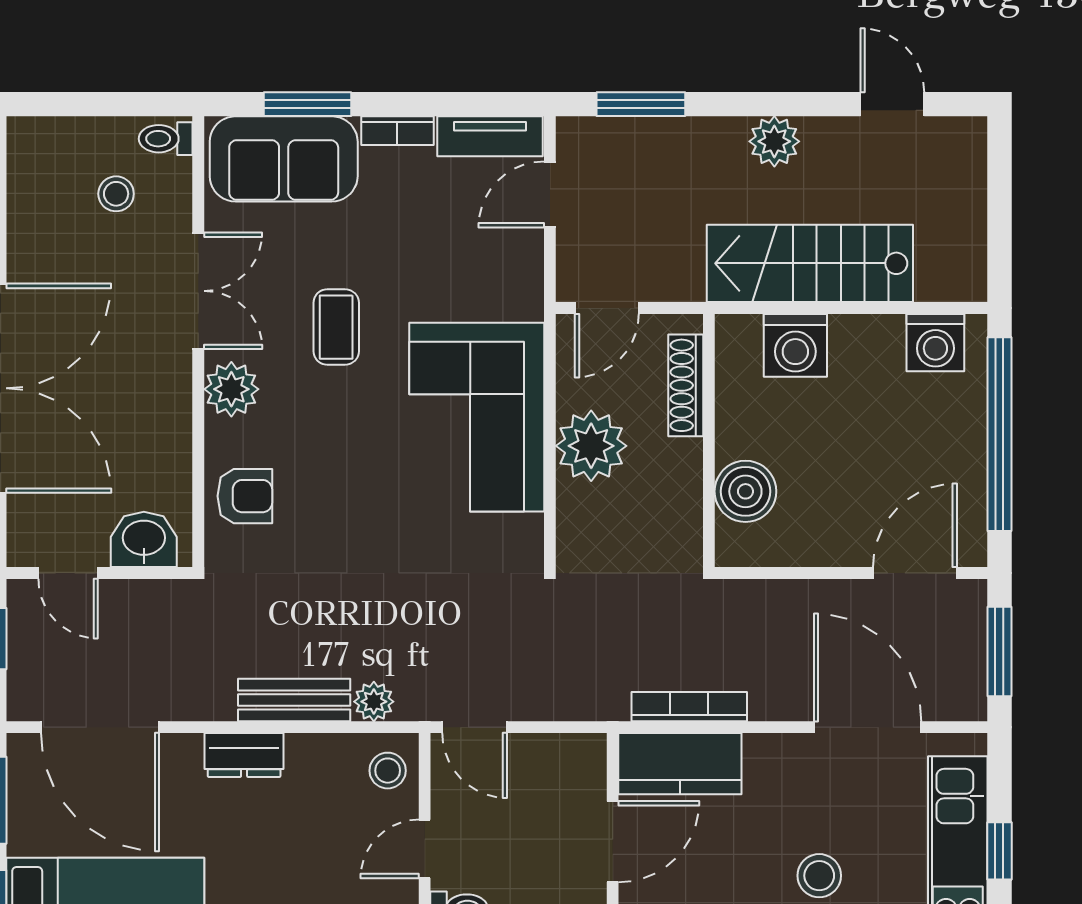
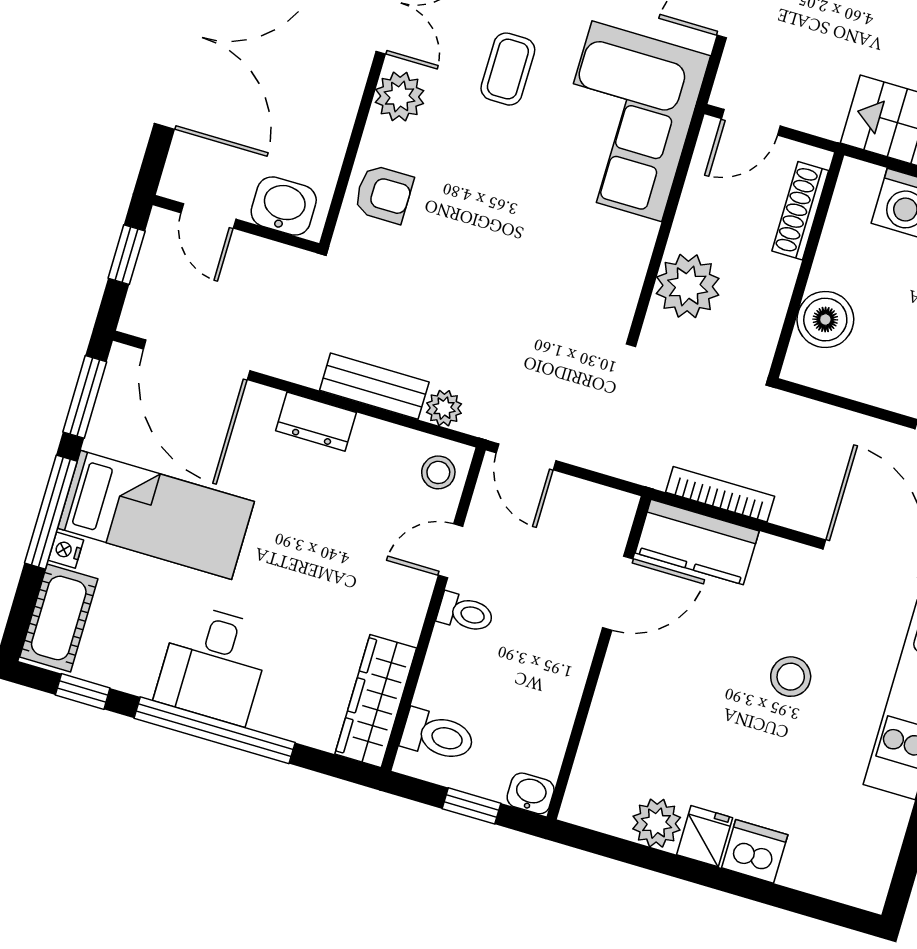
corner sofa: (477, 417) -> (627, 121), moved
plant: (591, 446) -> (688, 286), moved

